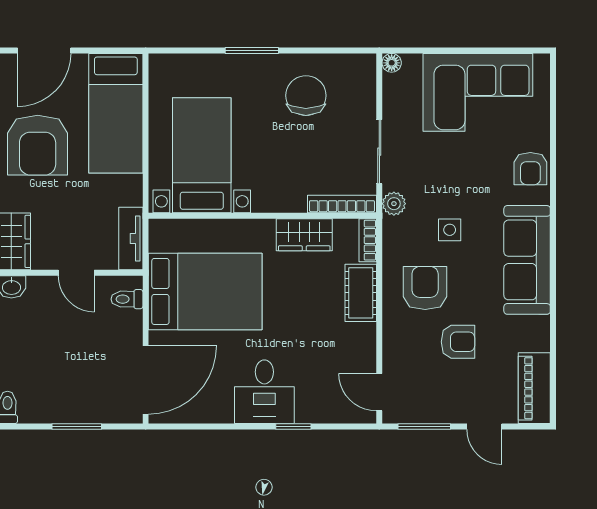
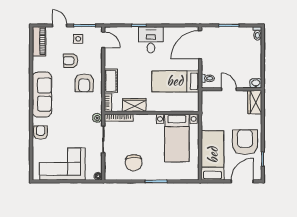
side table: (450, 230) -> (78, 39), moved
tv unit: (131, 238) -> (206, 103), removed
bed: (205, 291) -> (175, 81), width x0.67

